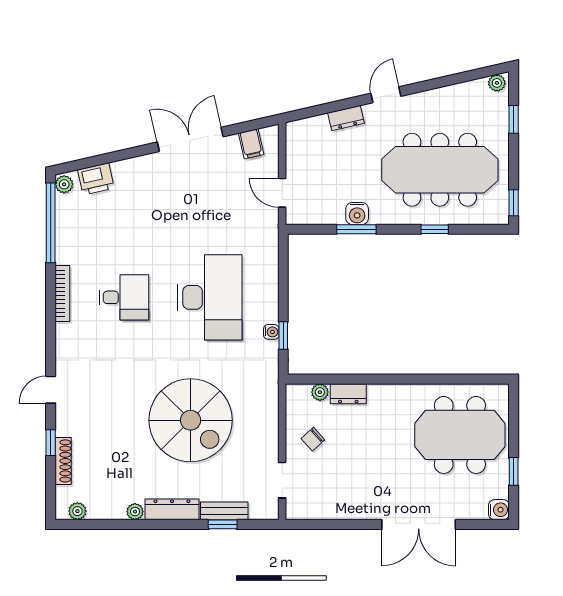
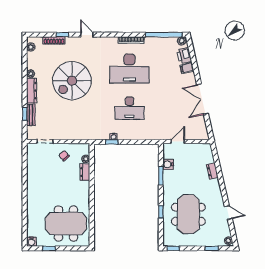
door: (386, 95) -> (228, 213), moved
double door: (190, 139) -> (202, 99), swing flipped
filing cabinet: (251, 144) -> (187, 68), moved
meeting table: (440, 170) -> (188, 214), width x0.73
water cooler: (357, 214) -> (168, 164), moved
desk: (124, 297) -> (129, 69), width x1.87, depth x1.30
desk: (210, 297) -> (129, 108), width x0.73, depth x0.77
spiral stairs: (191, 420) -> (72, 81), moved
meeting table: (460, 435) -> (66, 224), turned 90
double door: (419, 524) -> (25, 205), removed

